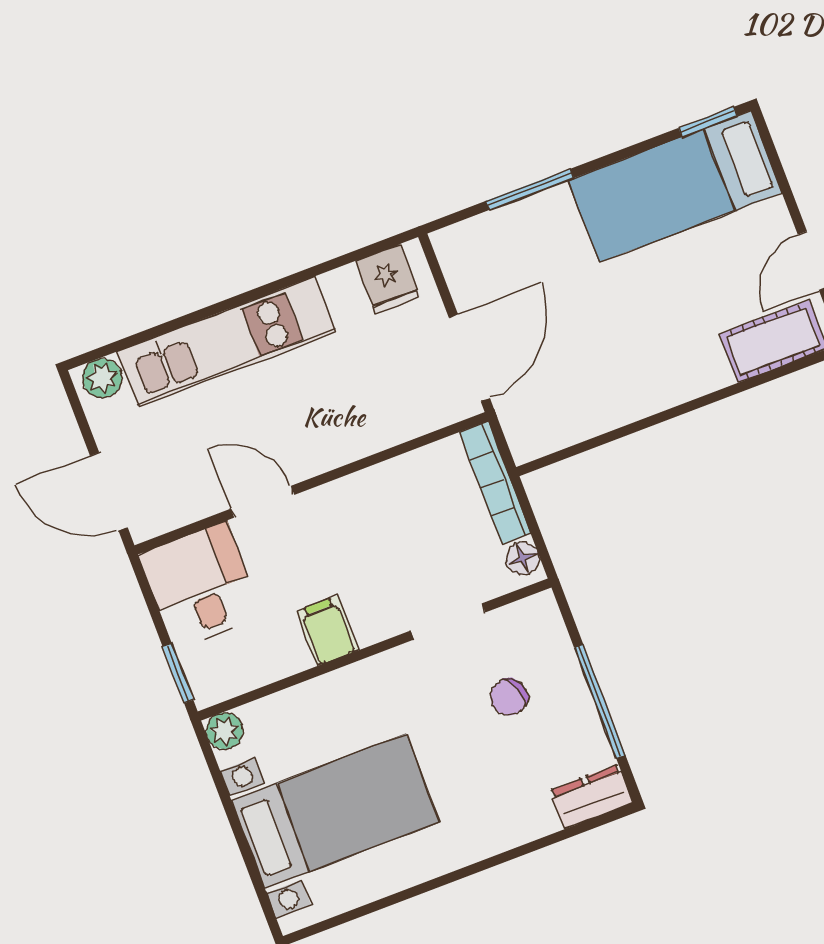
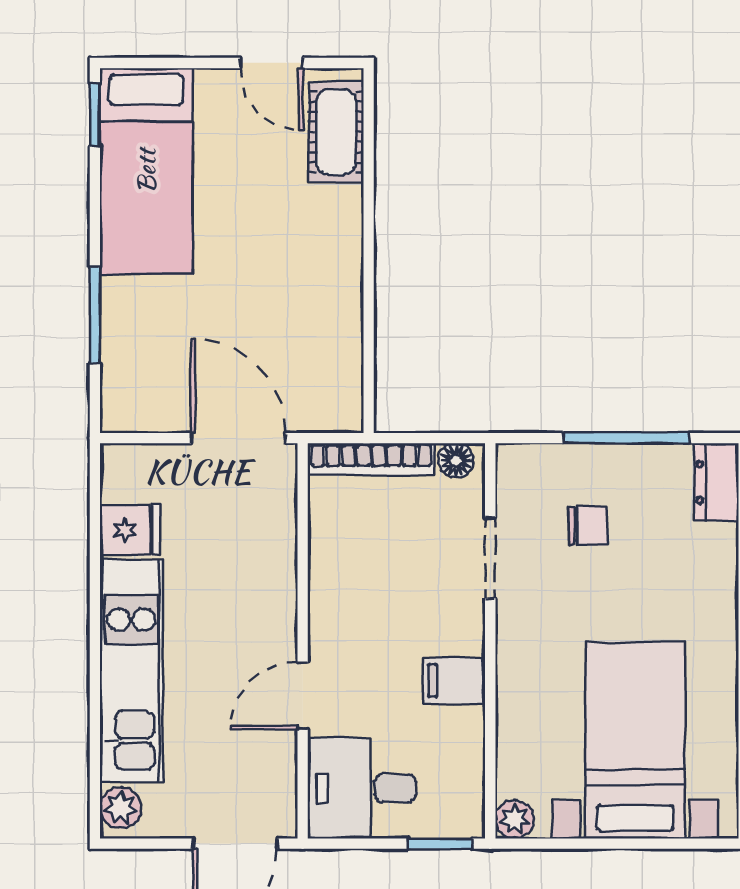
fridge: (388, 279) -> (130, 530), moved
chair: (509, 697) -> (588, 526), turned -69

